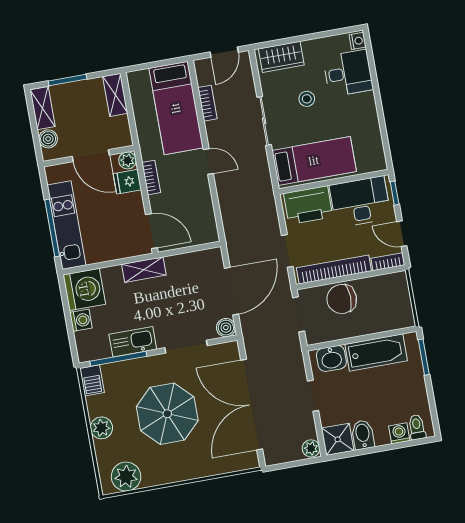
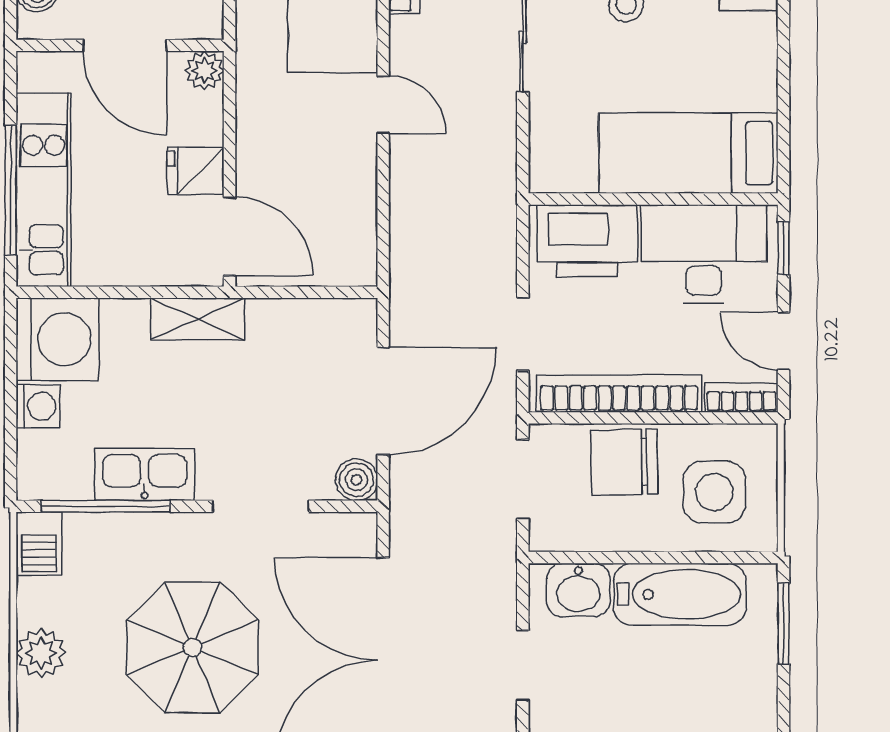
bed: (314, 161) -> (688, 153), moved, turned 180
bookcase: (151, 178) -> (250, 118), removed
fridge: (127, 182) -> (196, 171), moved
side table: (383, 305) -> (714, 492), added

